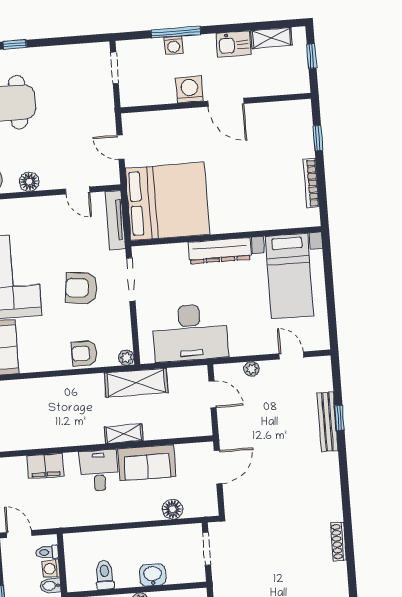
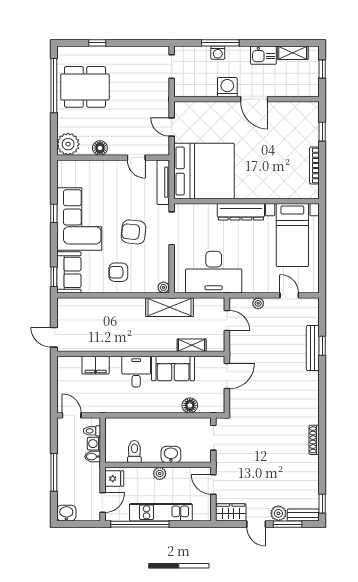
armchair: (84, 353) -> (118, 272), moved
shelving: (124, 434) -> (192, 345), moved

